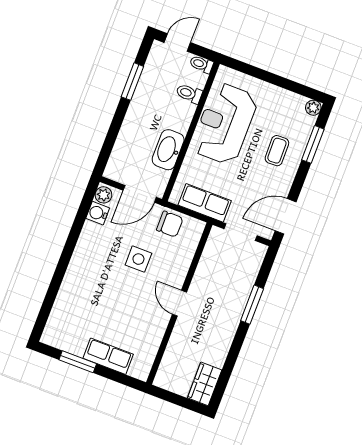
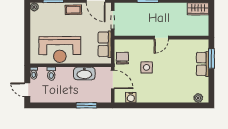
window: (132, 82) -> (86, 105), moved
coffee table: (277, 151) -> (73, 10), moved
plant: (104, 195) -> (198, 98), moved
window: (78, 362) -> (211, 58), moved

